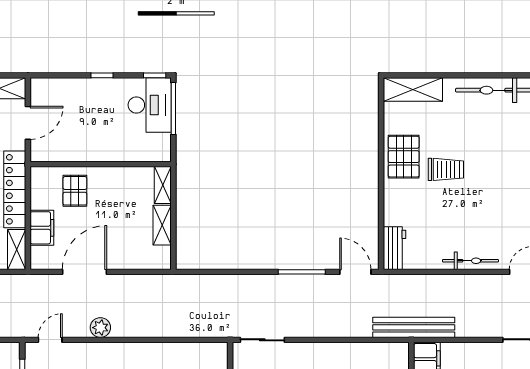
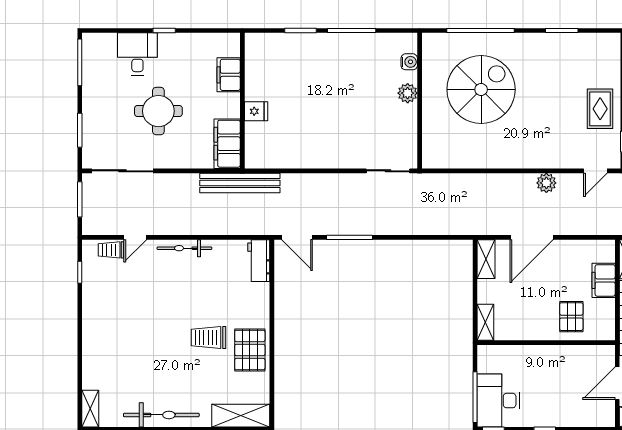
shelving: (162, 225) -> (486, 259), moved
door: (85, 272) -> (532, 237), moved

